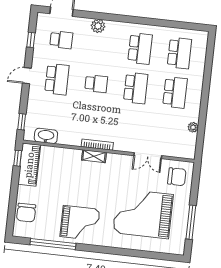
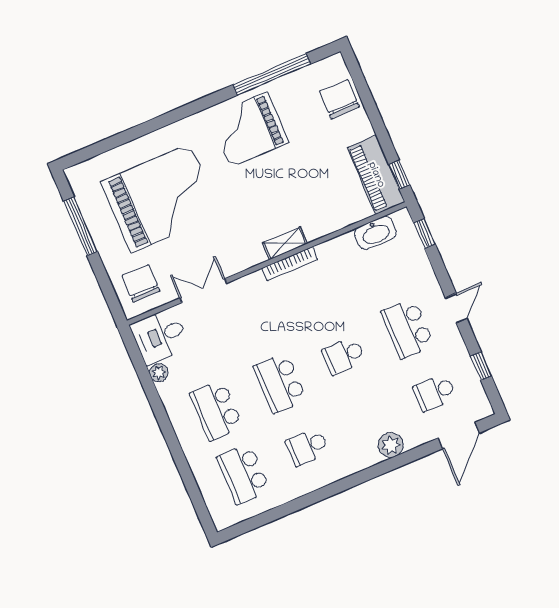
school desk: (140, 49) -> (307, 447), width x0.54
desk: (182, 145) -> (160, 336), added
chair: (177, 177) -> (141, 284), turned 90

